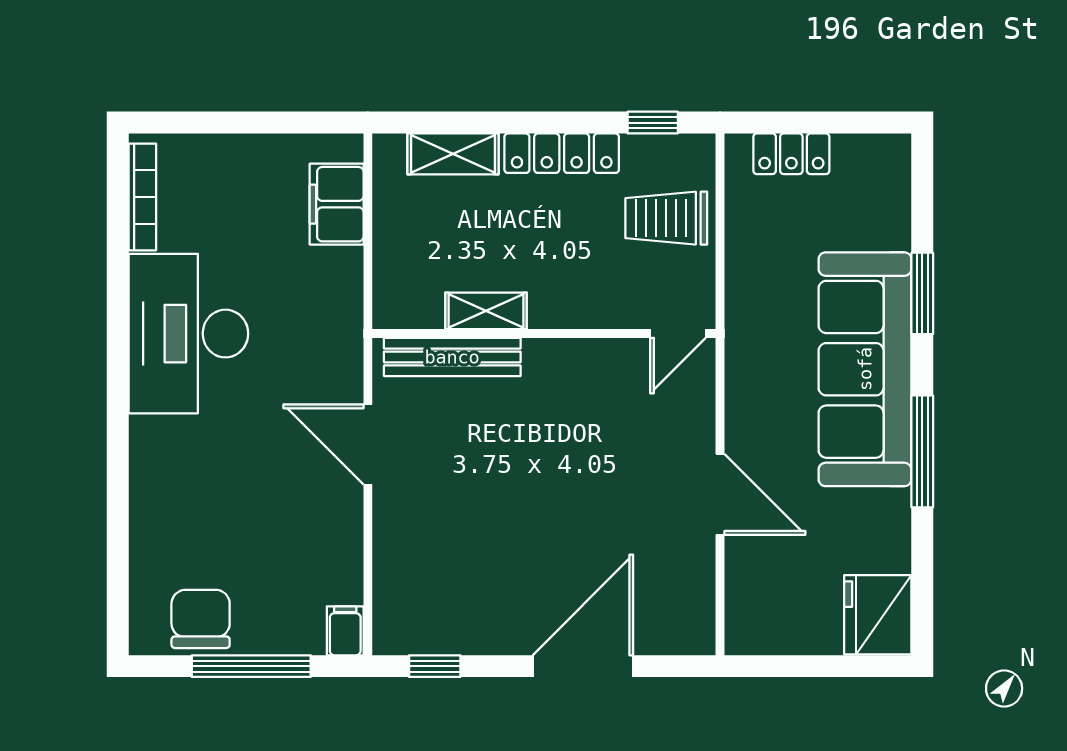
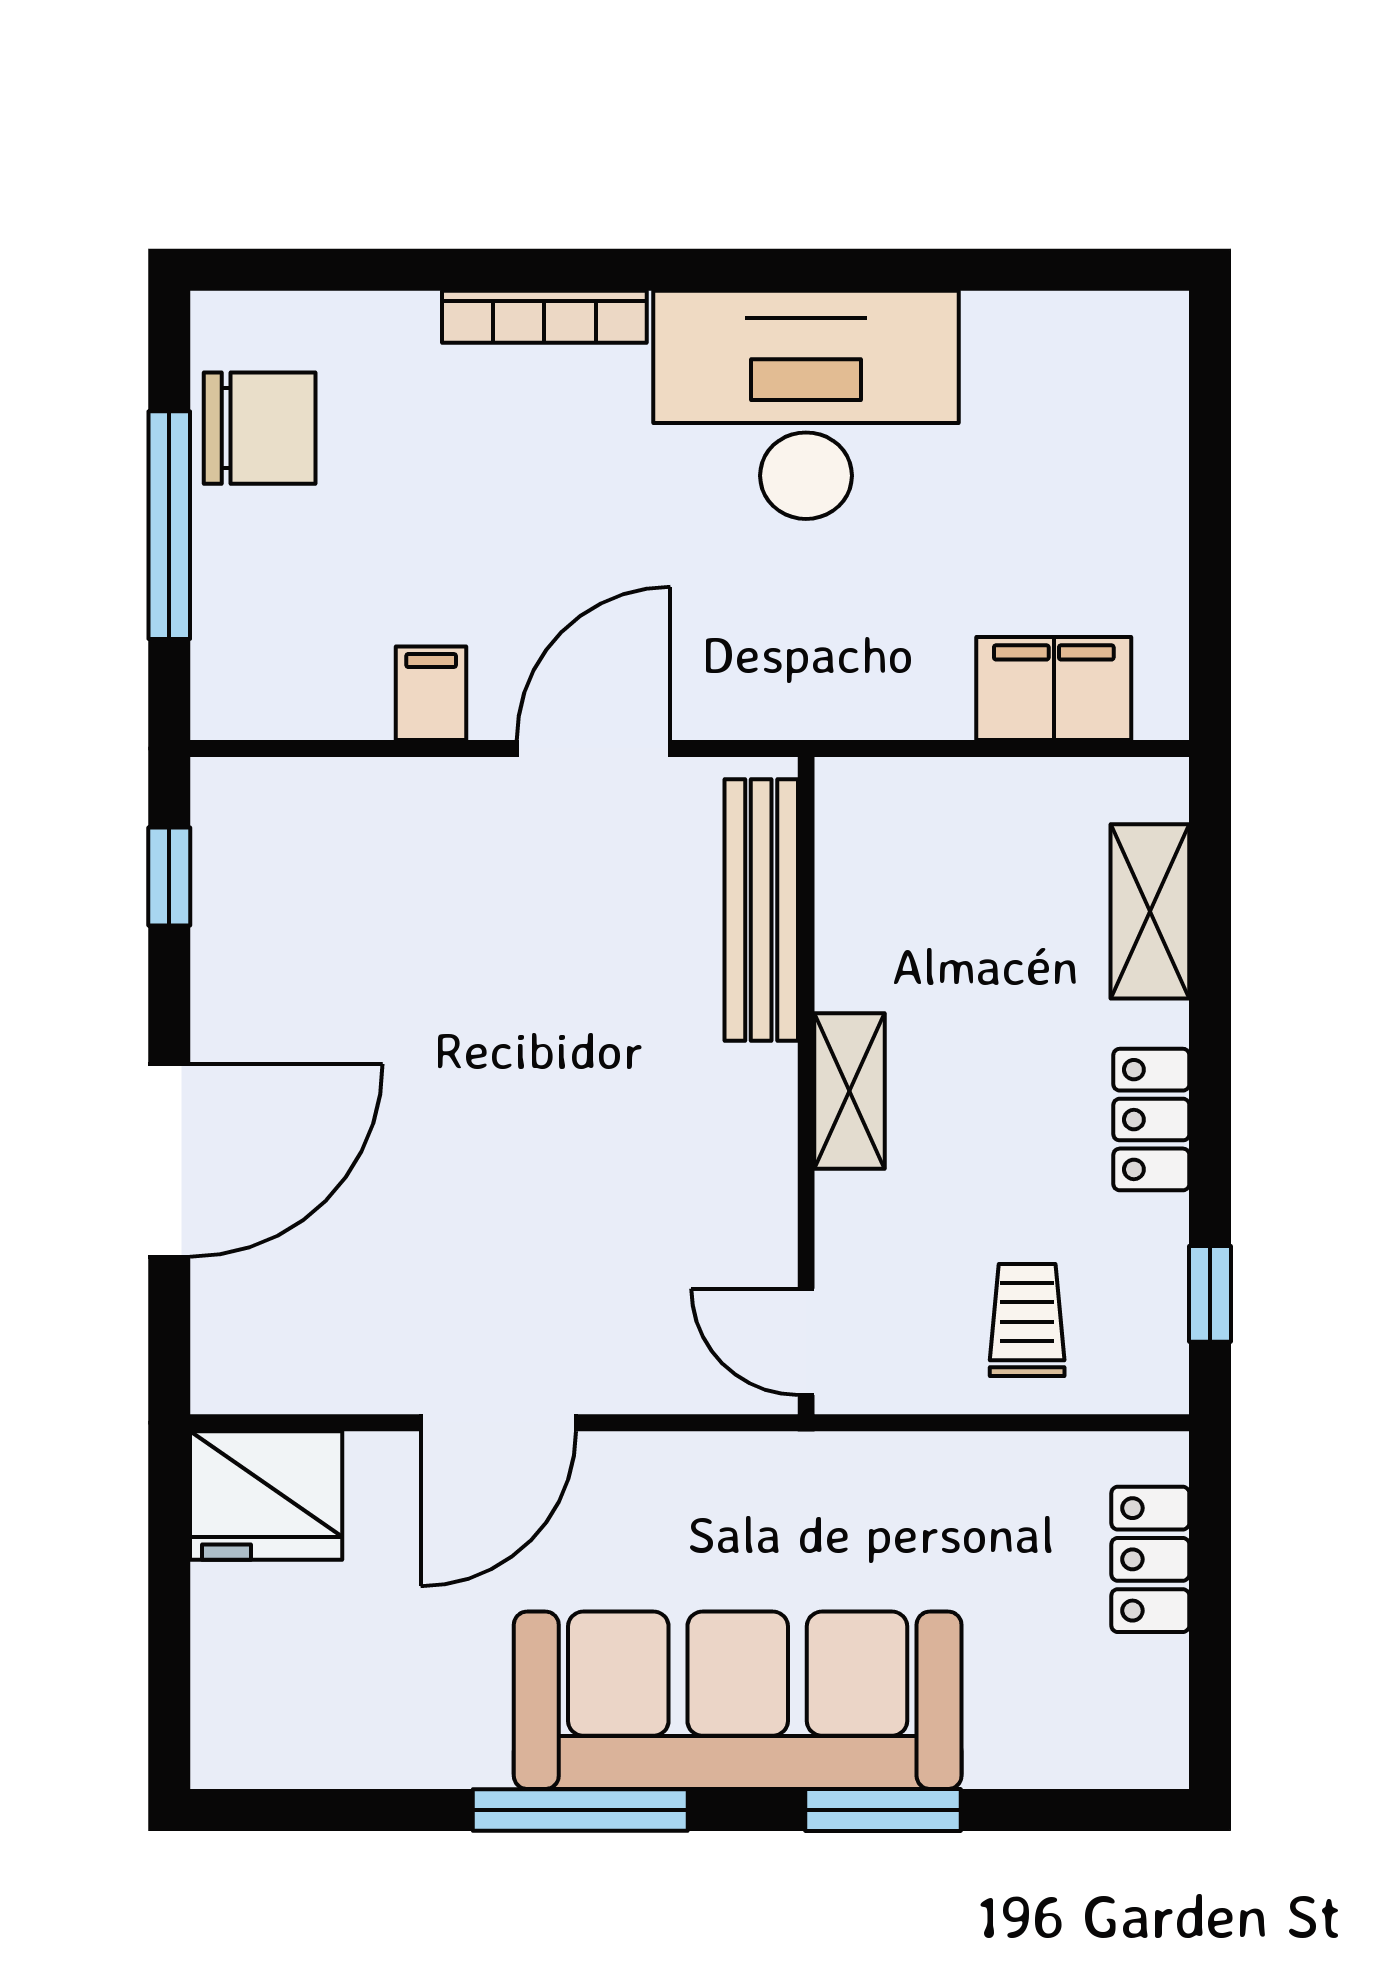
locker: (562, 153) -> (1151, 1120), width x0.66
bookcase: (142, 197) -> (544, 317), moved
trolley: (666, 218) -> (1027, 1320), width x0.73, depth x0.72
shelving: (486, 311) -> (850, 1091), moved
fridge: (878, 615) -> (266, 1496), moved, turned 180
filing cabinet: (345, 631) -> (431, 693), moved, turned -90
door: (583, 666) -> (169, 1160), hinge flipped

